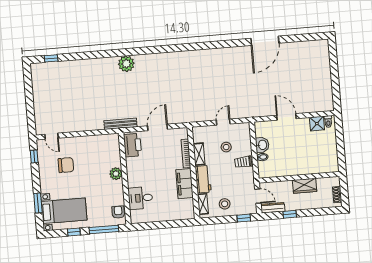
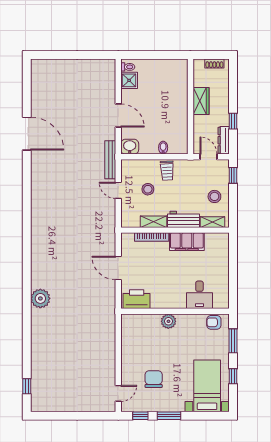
door: (286, 117) -> (118, 116), swing flipped
bench: (120, 124) -> (110, 160), moved
washbasin: (262, 145) -> (130, 147), moved
door: (258, 196) -> (208, 157), hinge flipped
window: (38, 203) -> (169, 416), moved
window: (104, 230) -> (233, 341), width x0.69

